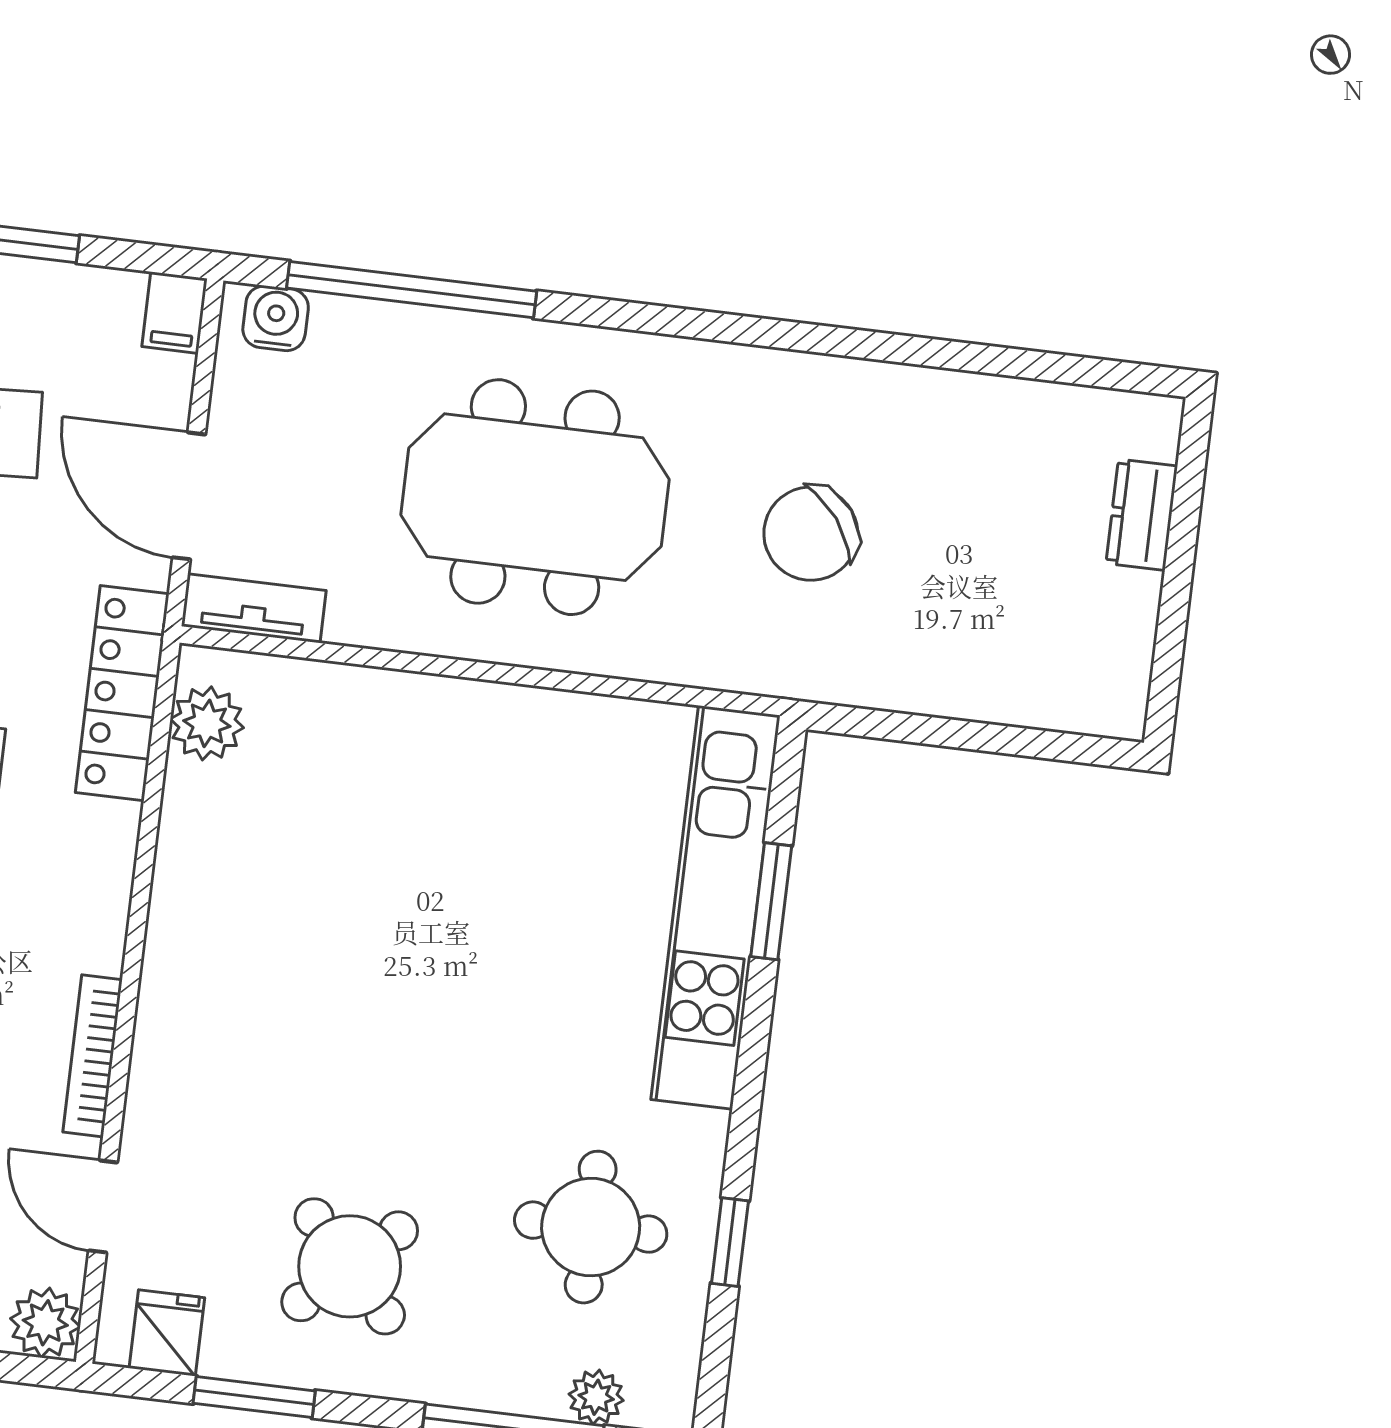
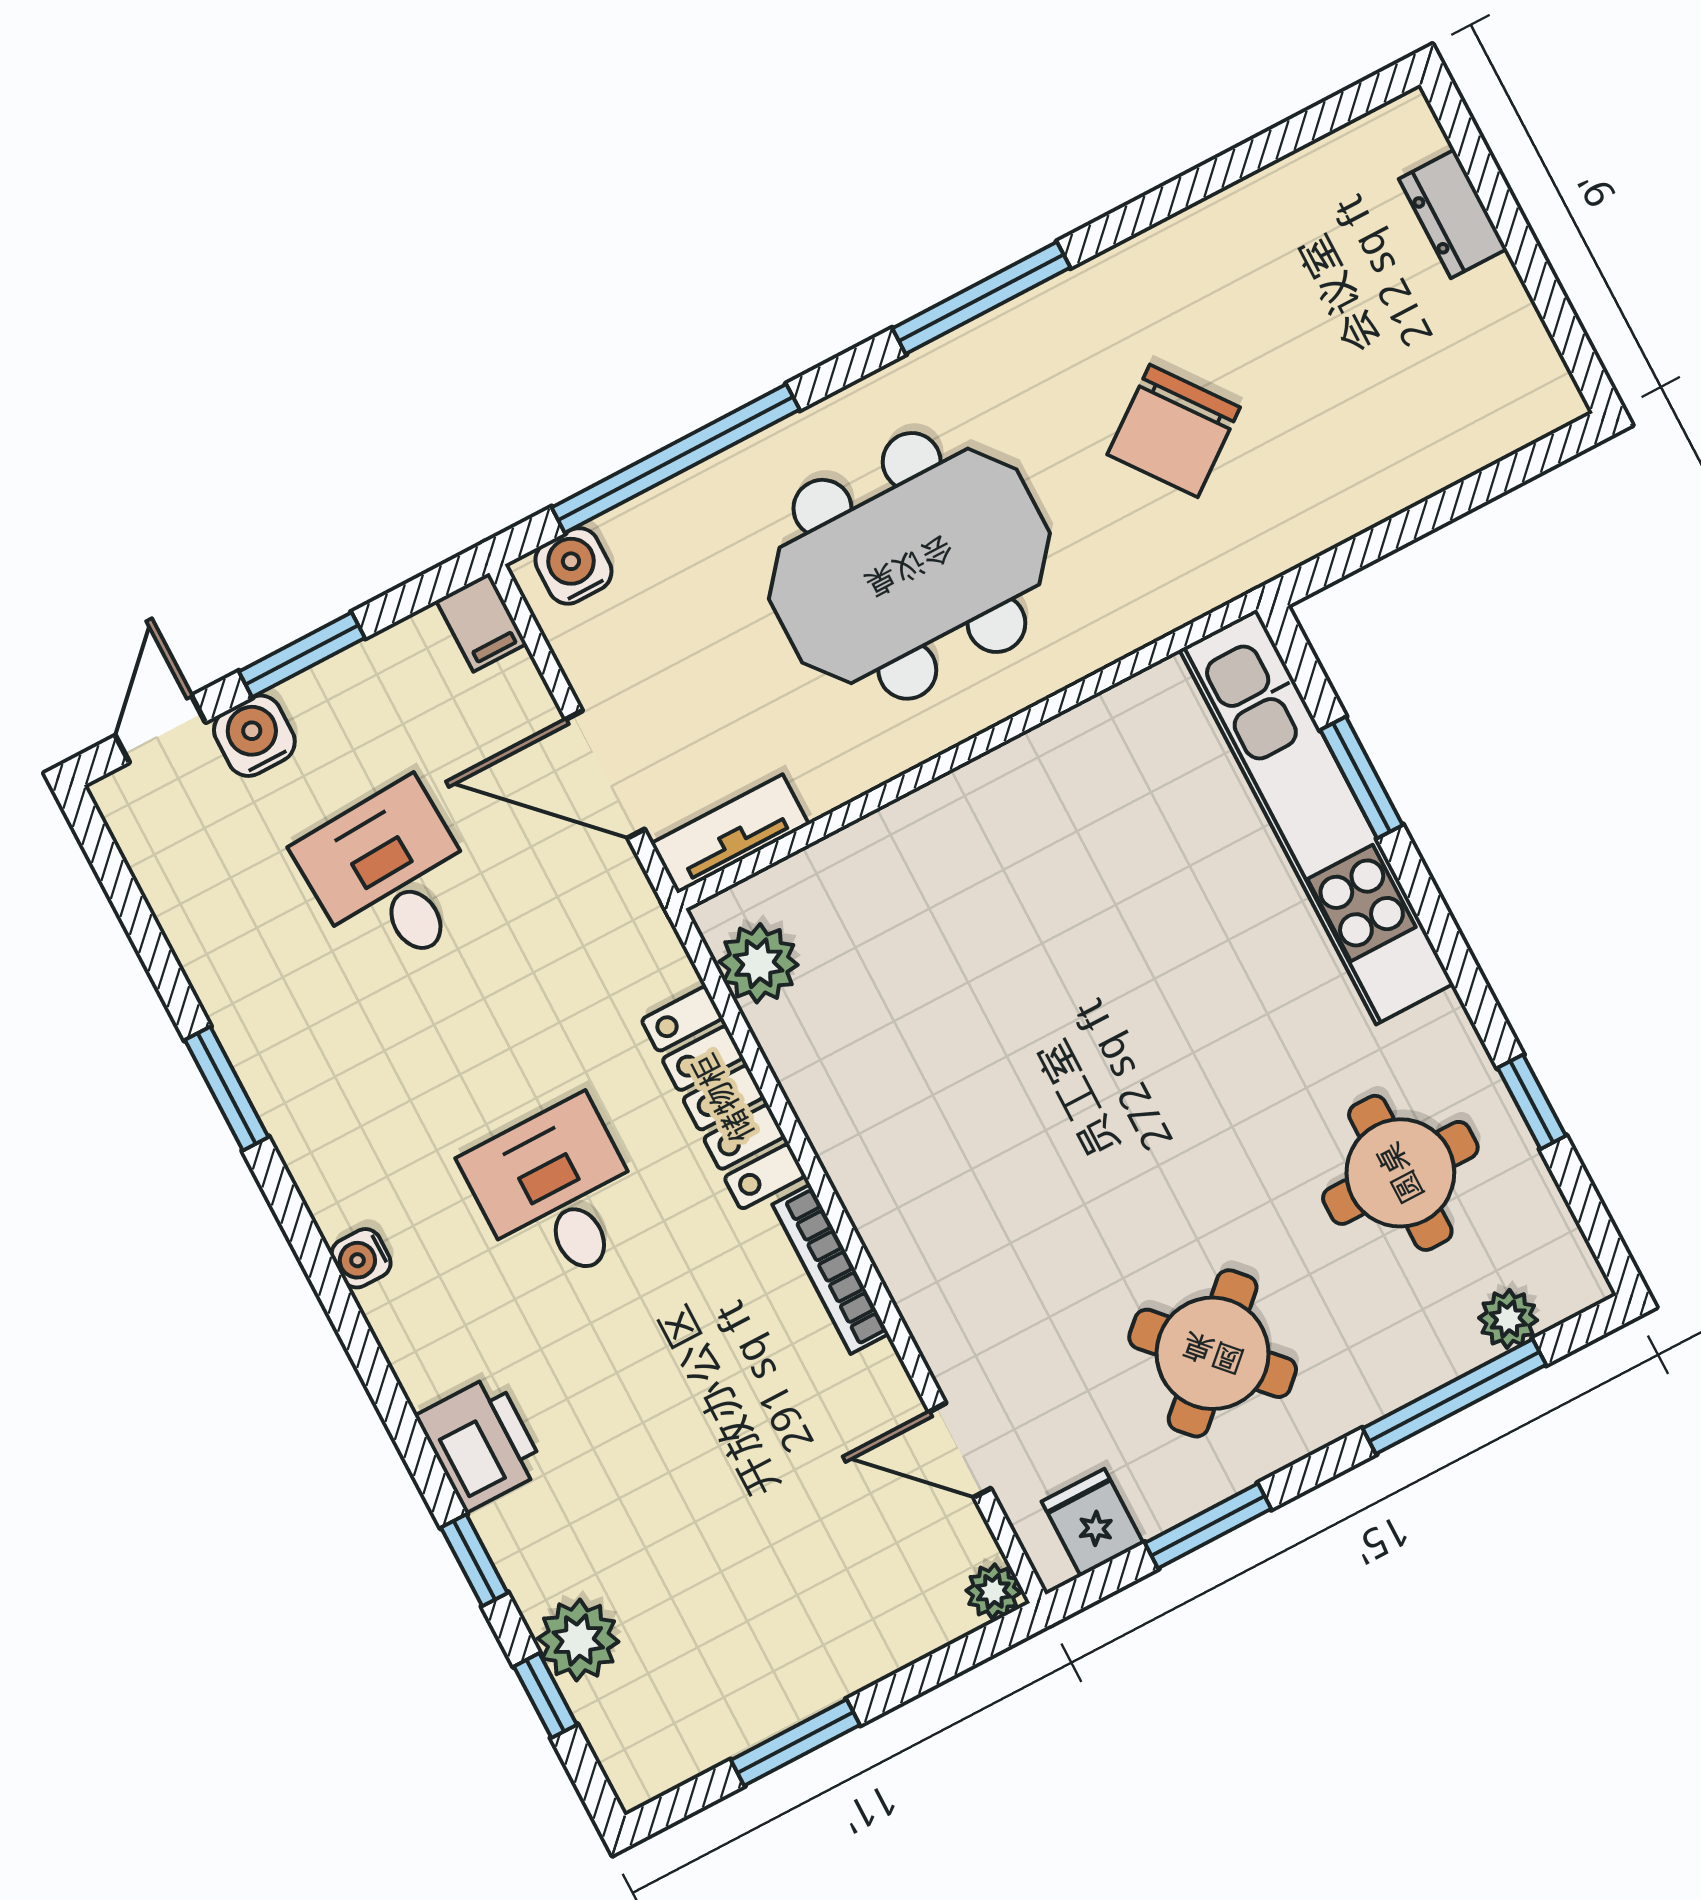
window: (733, 329) -> (981, 298), added
locker: (122, 693) -> (723, 1098), moved
bookcase: (93, 1056) -> (831, 1269), moved
plant: (45, 1323) -> (993, 1591), width x0.73, depth x0.73

